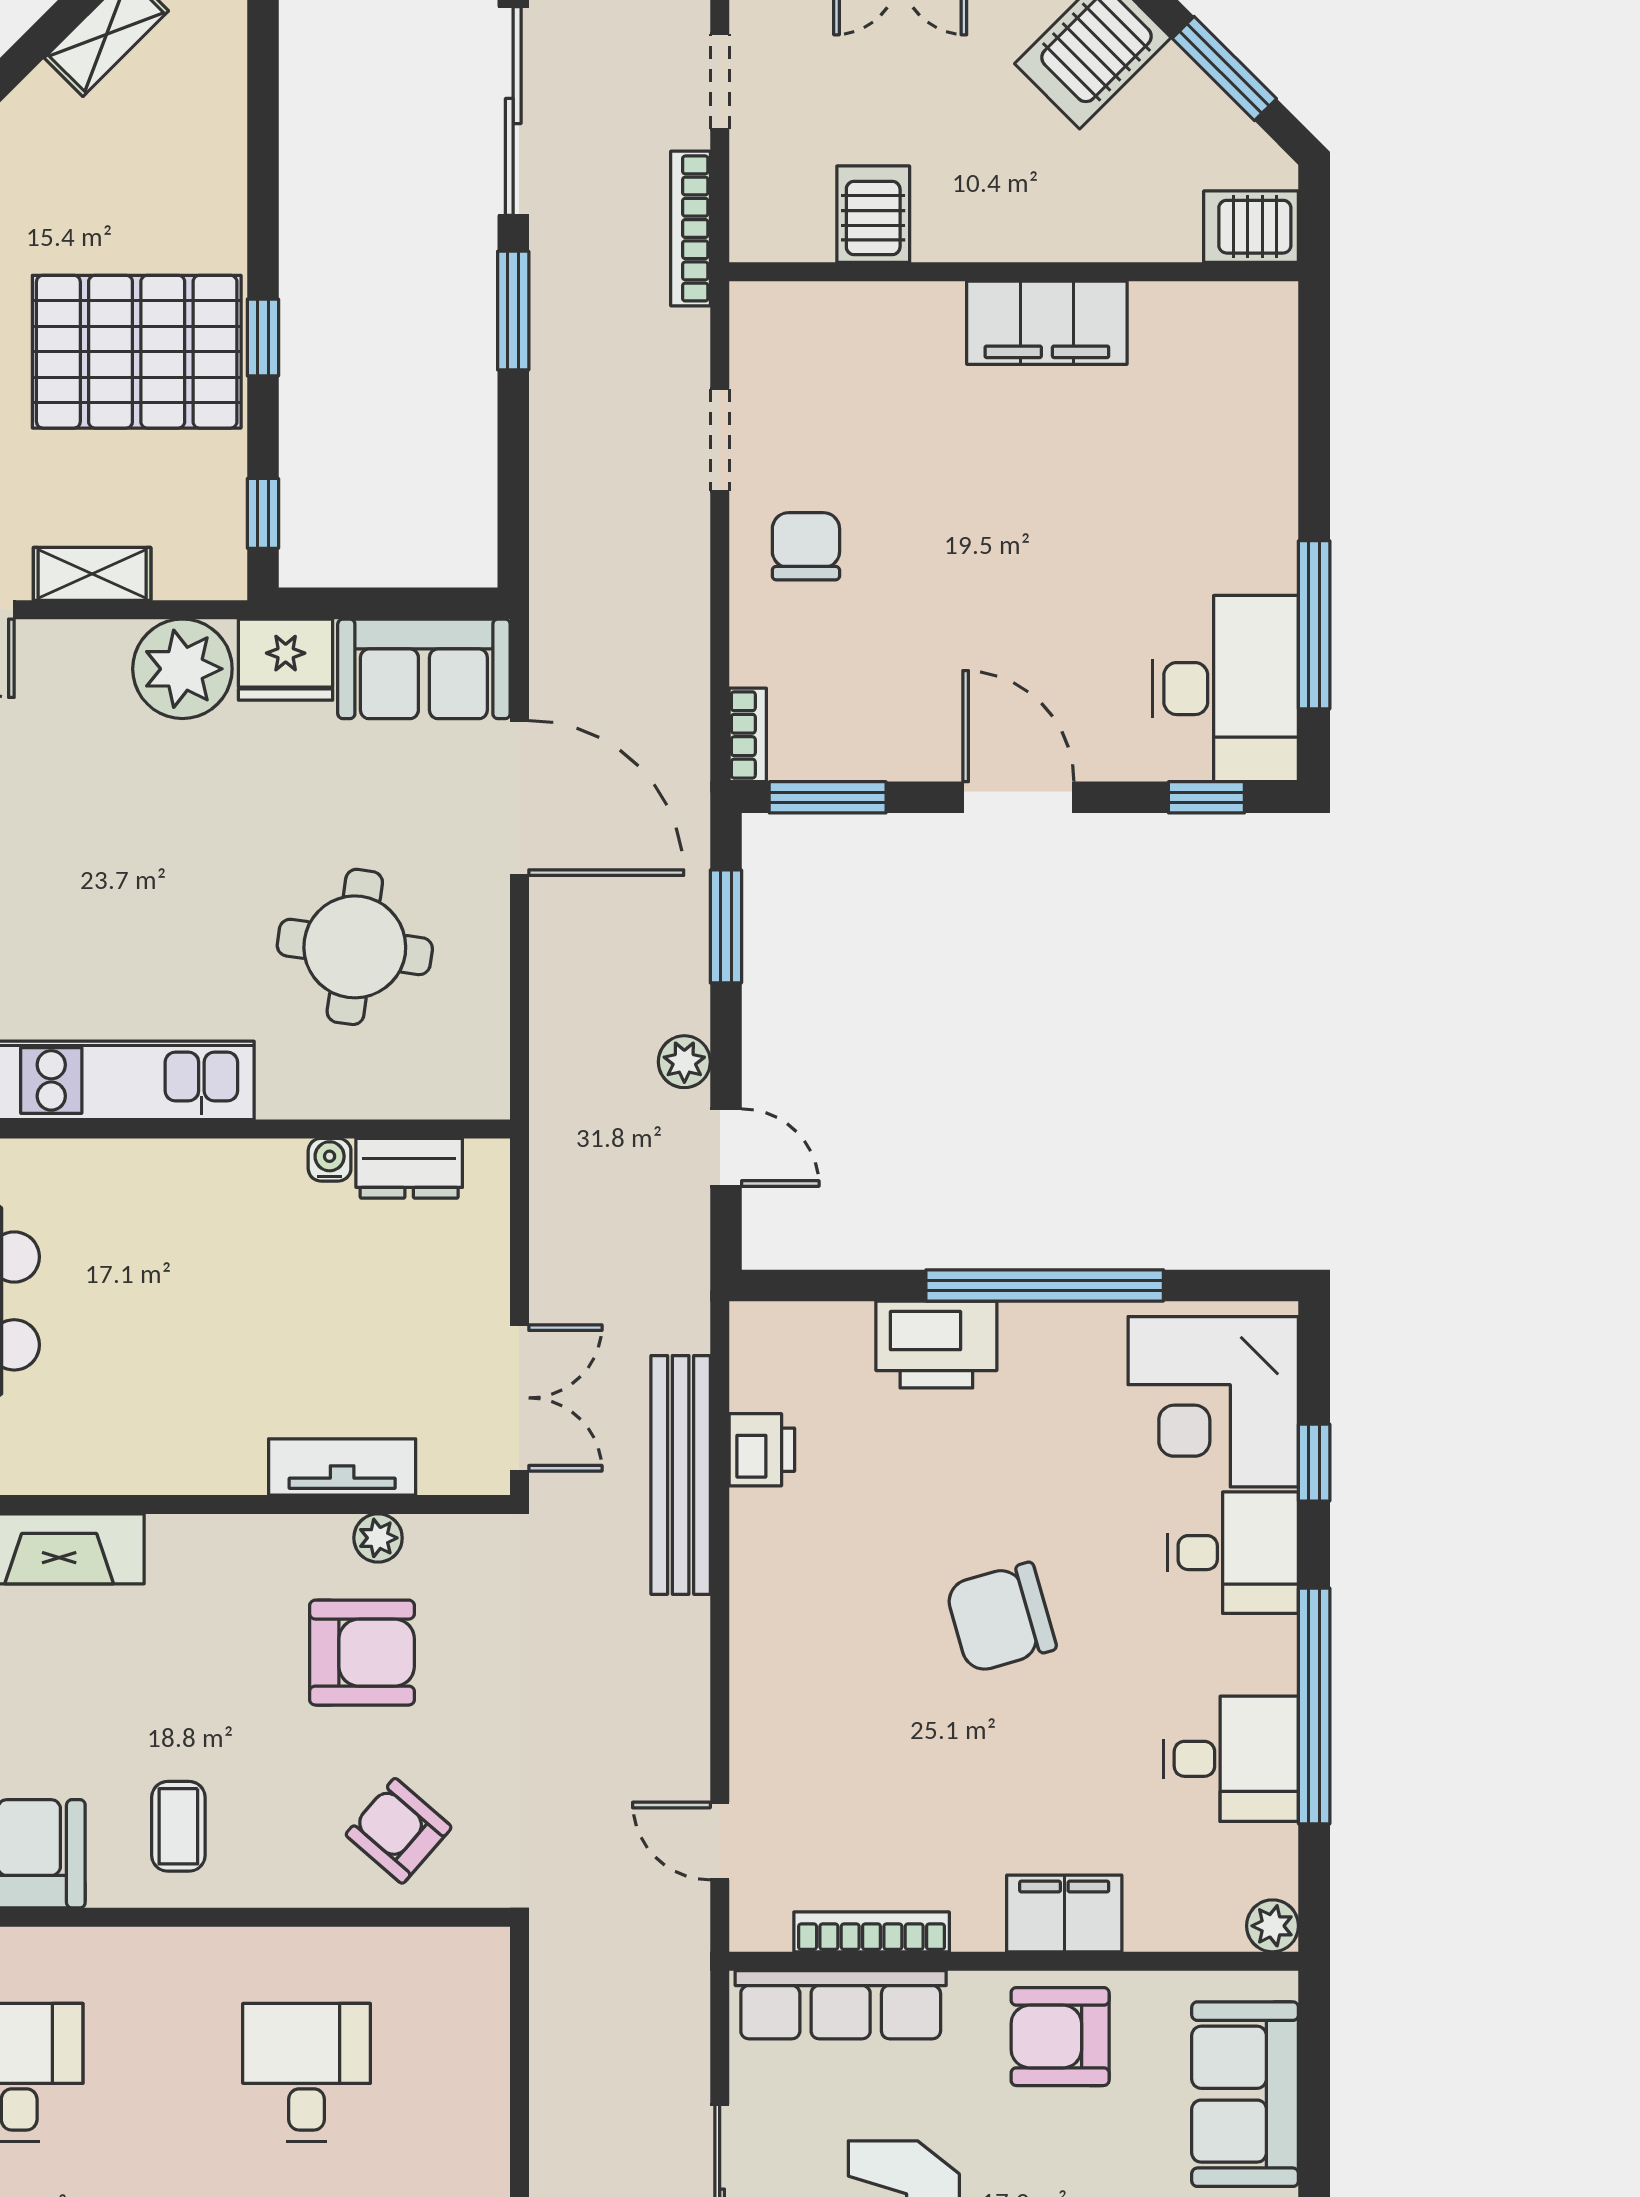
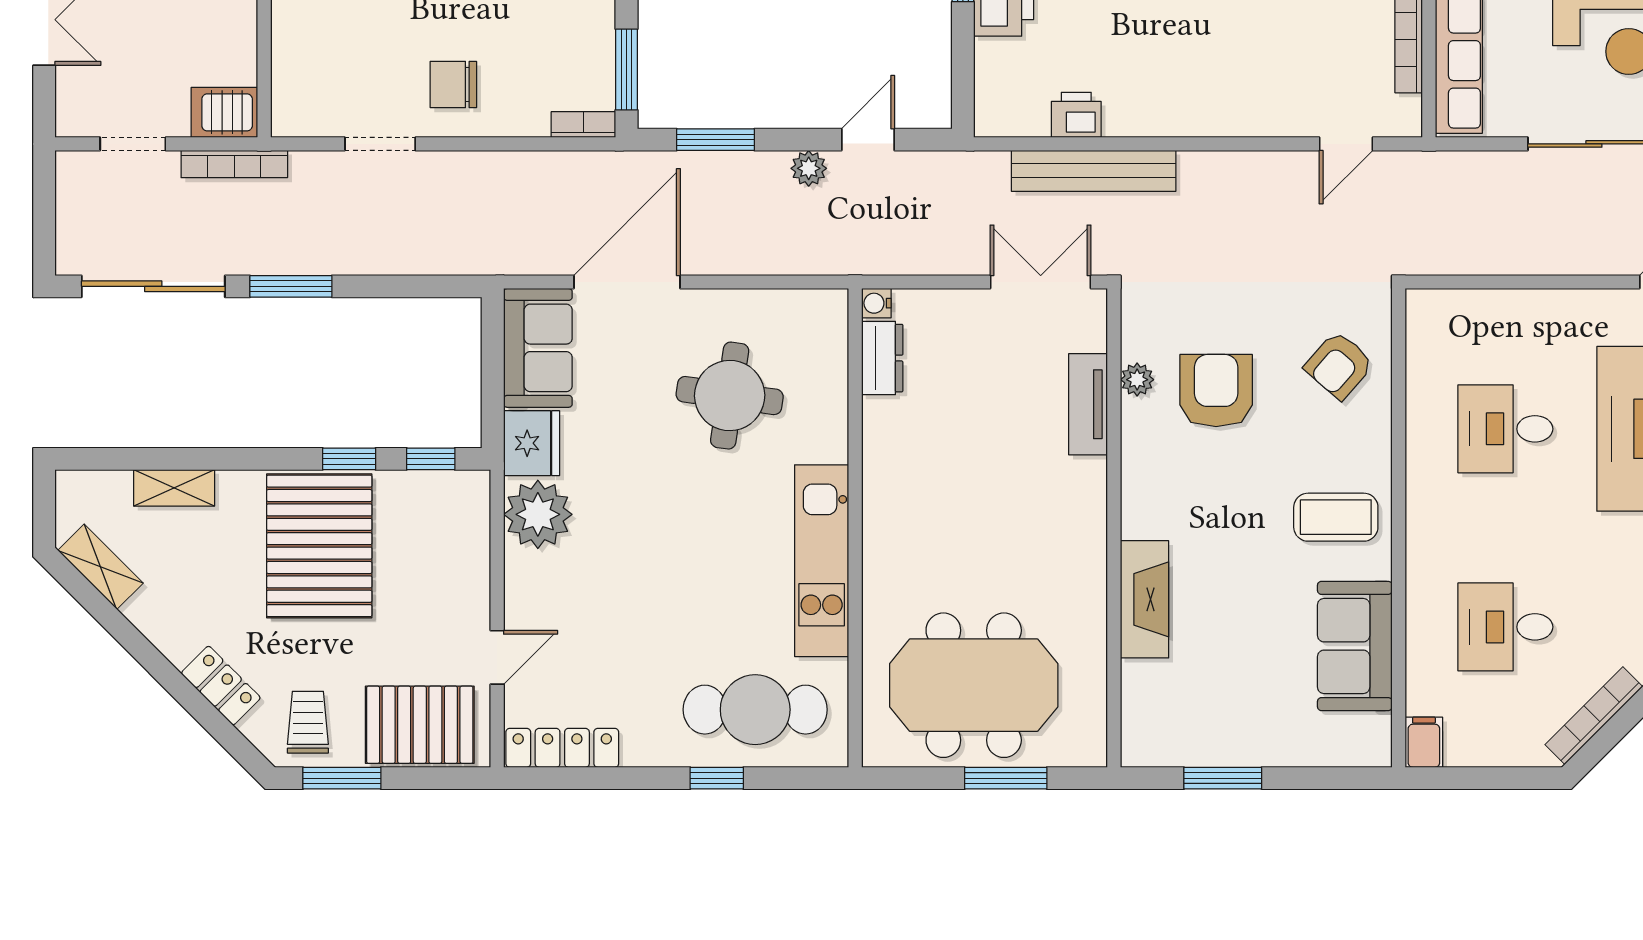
server rack: (873, 214) -> (224, 112), moved
window: (263, 338) -> (349, 459), moved
shelving: (92, 574) -> (174, 488), moved, turned 90
water cooler: (330, 1160) -> (876, 303), moved
coffee table: (178, 1826) -> (1336, 517), width x1.36, depth x1.30

